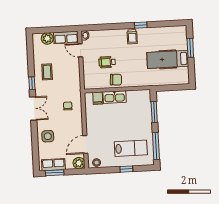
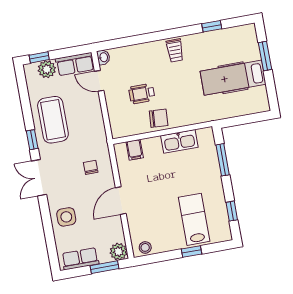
window: (141, 25) -> (212, 26), moved
window: (43, 30) -> (39, 57), added
coffee table: (47, 72) -> (53, 120), width x1.86, depth x1.72
kitchen sink: (115, 97) -> (179, 141), moved
double door: (33, 109) -> (39, 178), swing flipped
door: (85, 145) -> (121, 201), moved
window: (156, 146) -> (232, 211), width x0.46
lab bench: (131, 148) -> (194, 219), turned -90
window: (55, 173) -> (104, 267), moved

